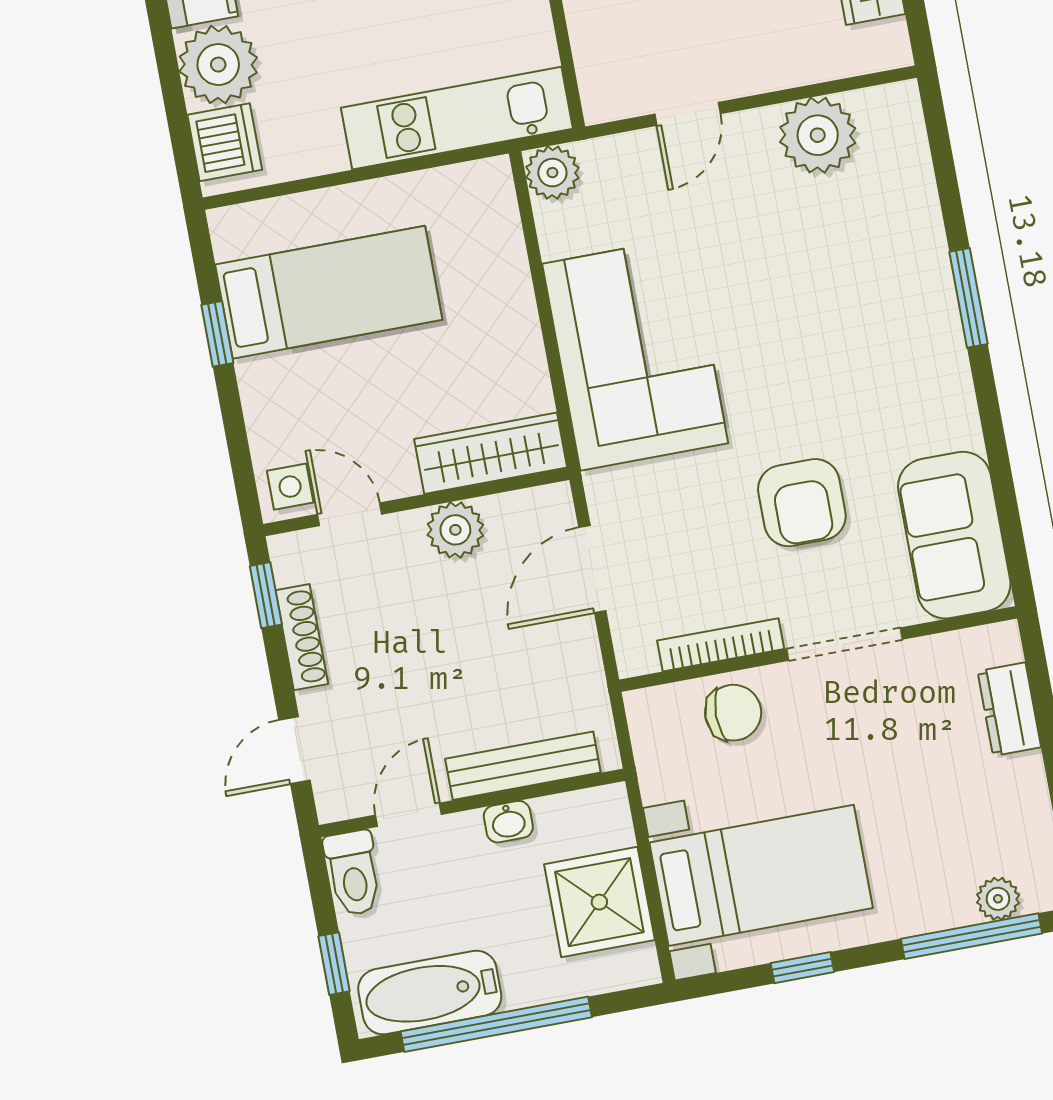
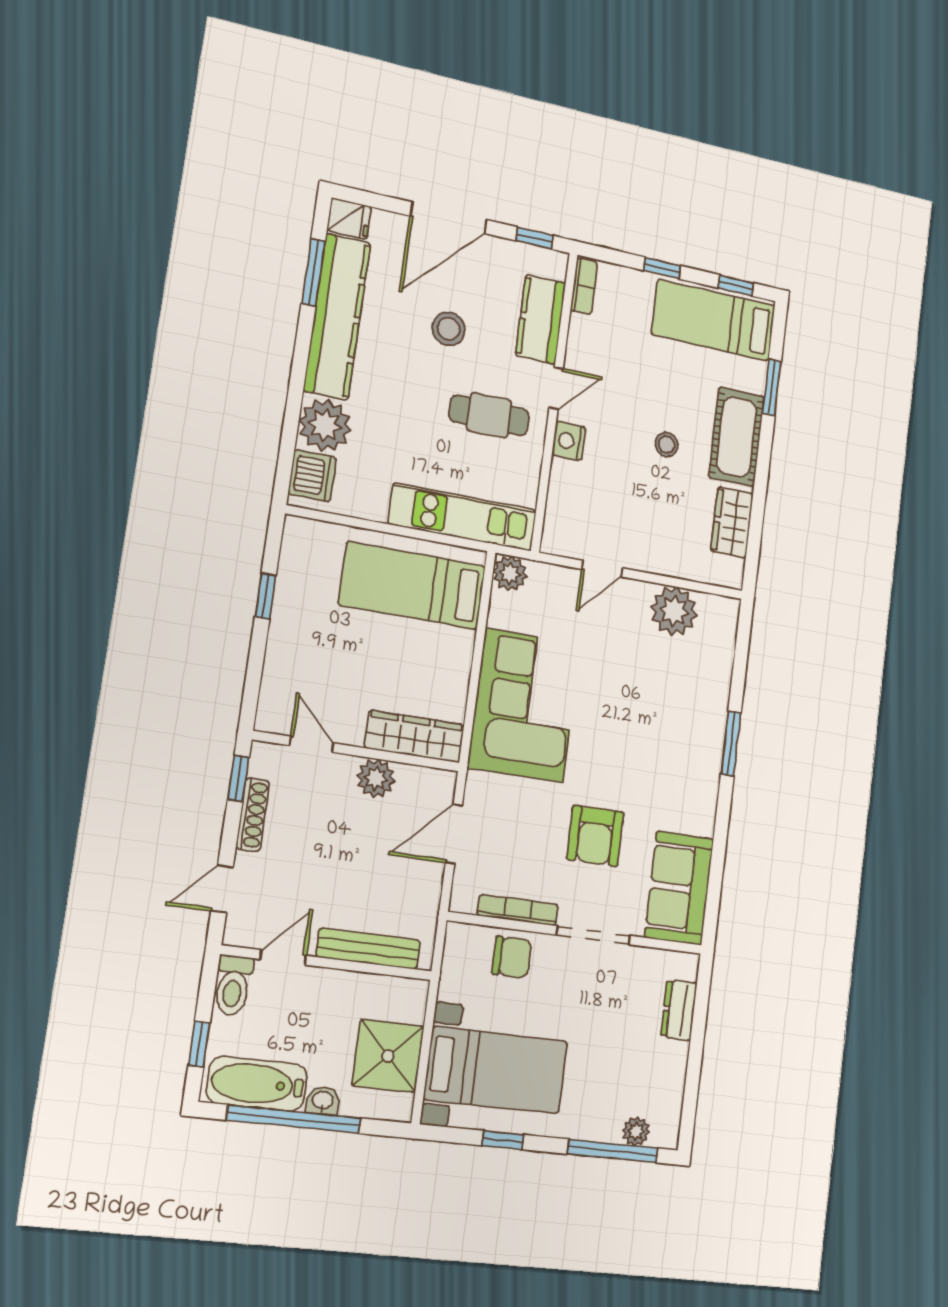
bed: (329, 292) -> (412, 586), moved, turned 180
side table: (290, 487) -> (279, 712), removed
washbasin: (508, 822) -> (323, 1101), moved, turned 180

